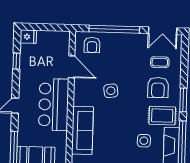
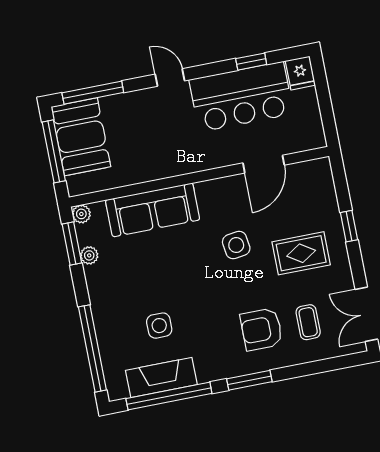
window: (114, 29) -> (349, 226), width x0.32
armchair: (92, 45) -> (311, 192), removed
bar counter: (54, 105) -> (241, 97), moved, turned 180
rug: (162, 116) -> (301, 253), moved, turned 90

